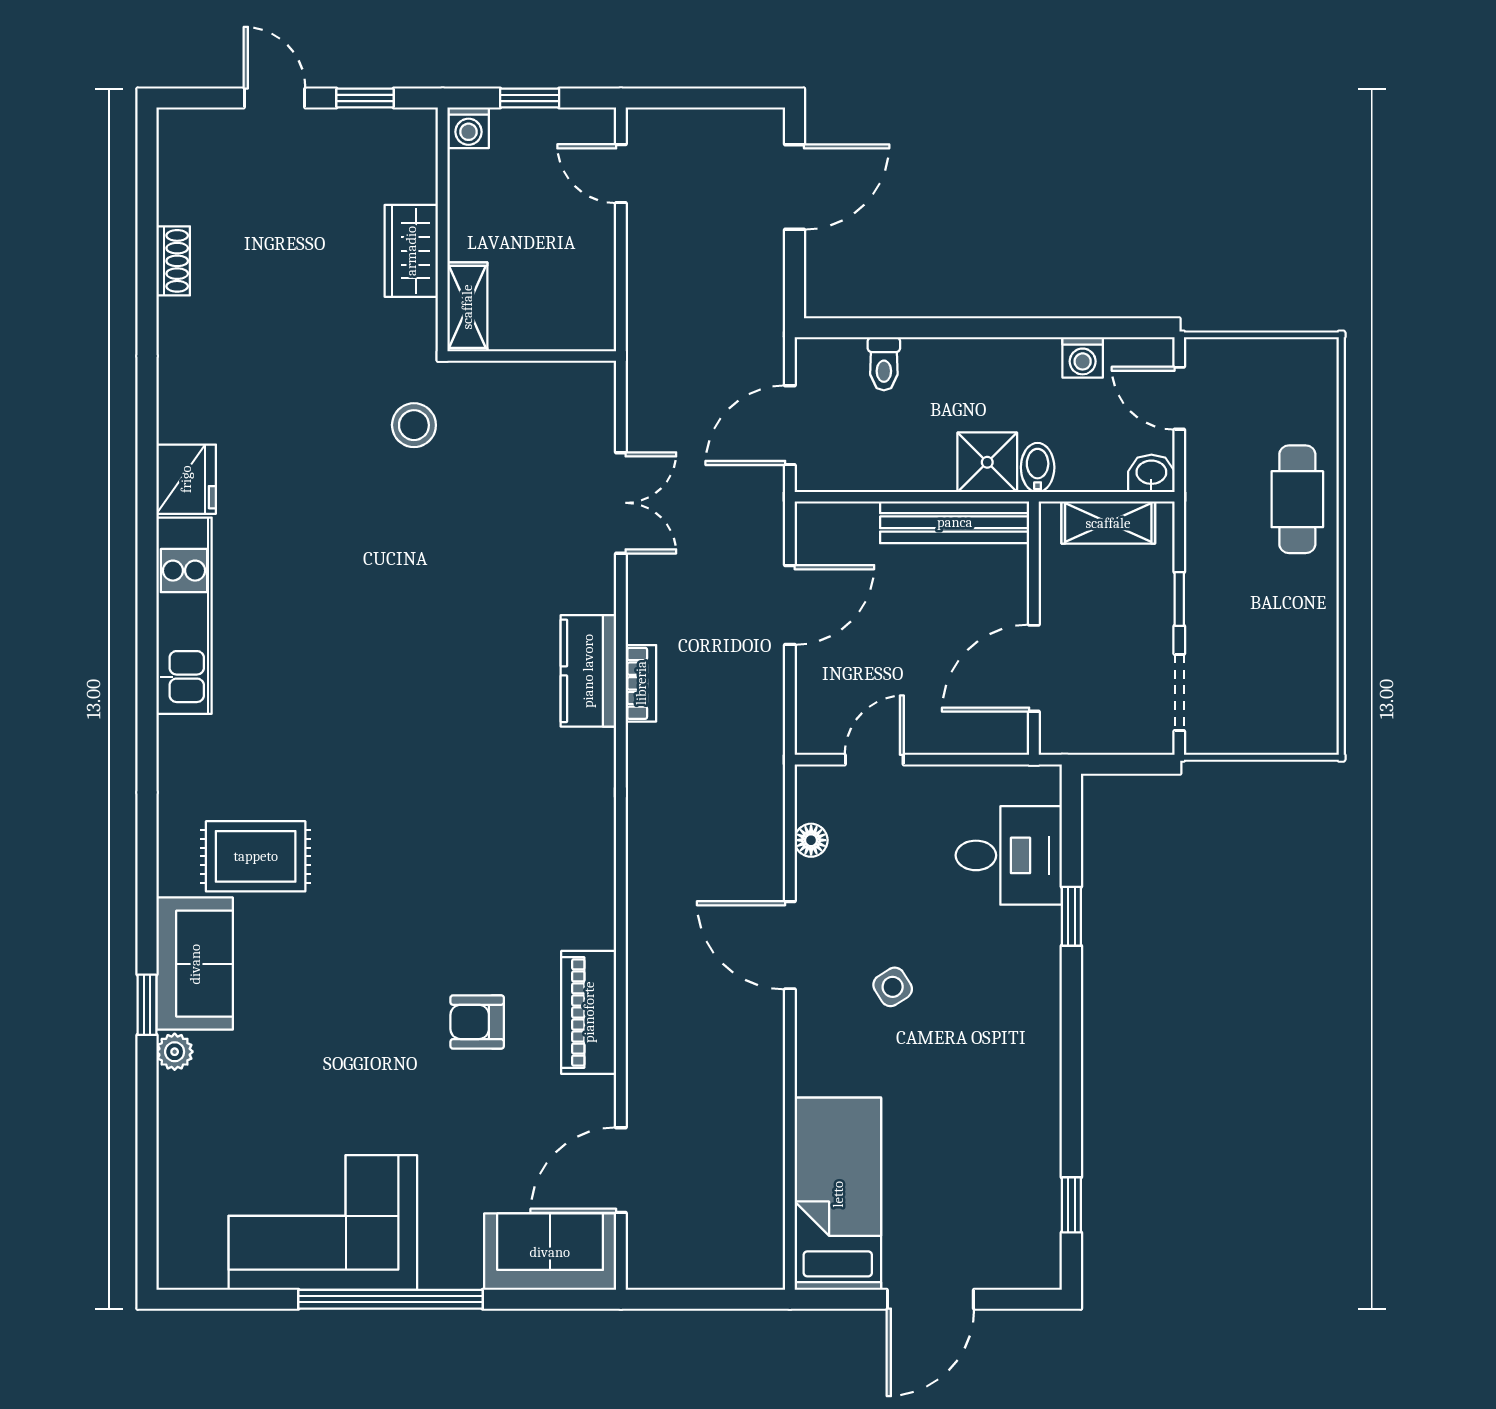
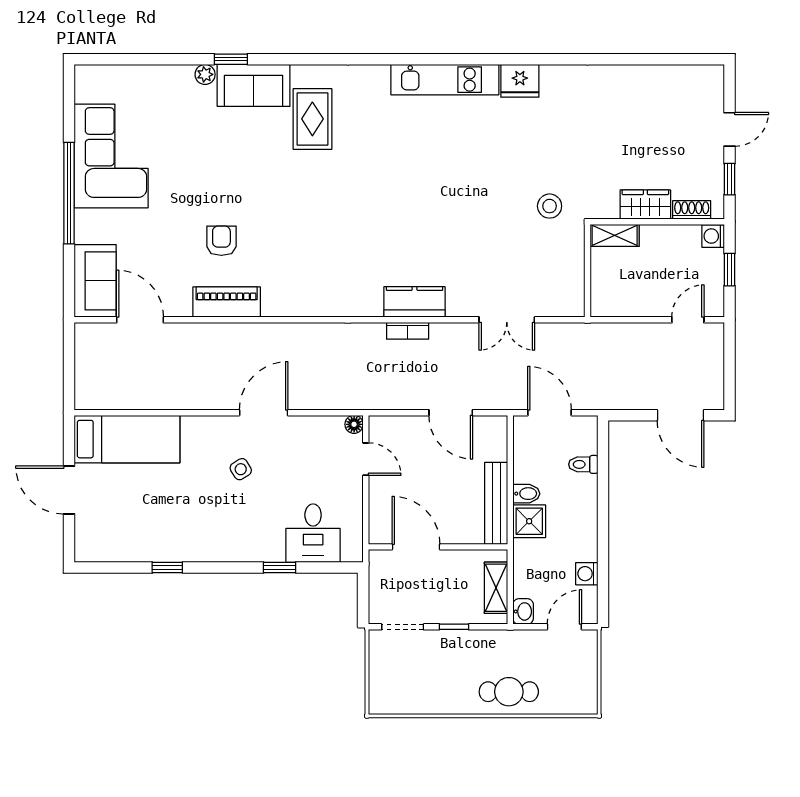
shoe rack: (173, 261) -> (692, 210), moved, turned 180
bidet: (1038, 467) -> (526, 494), moved
floor lamp: (811, 840) -> (354, 424), moved
window: (1071, 1205) -> (167, 567), moved

